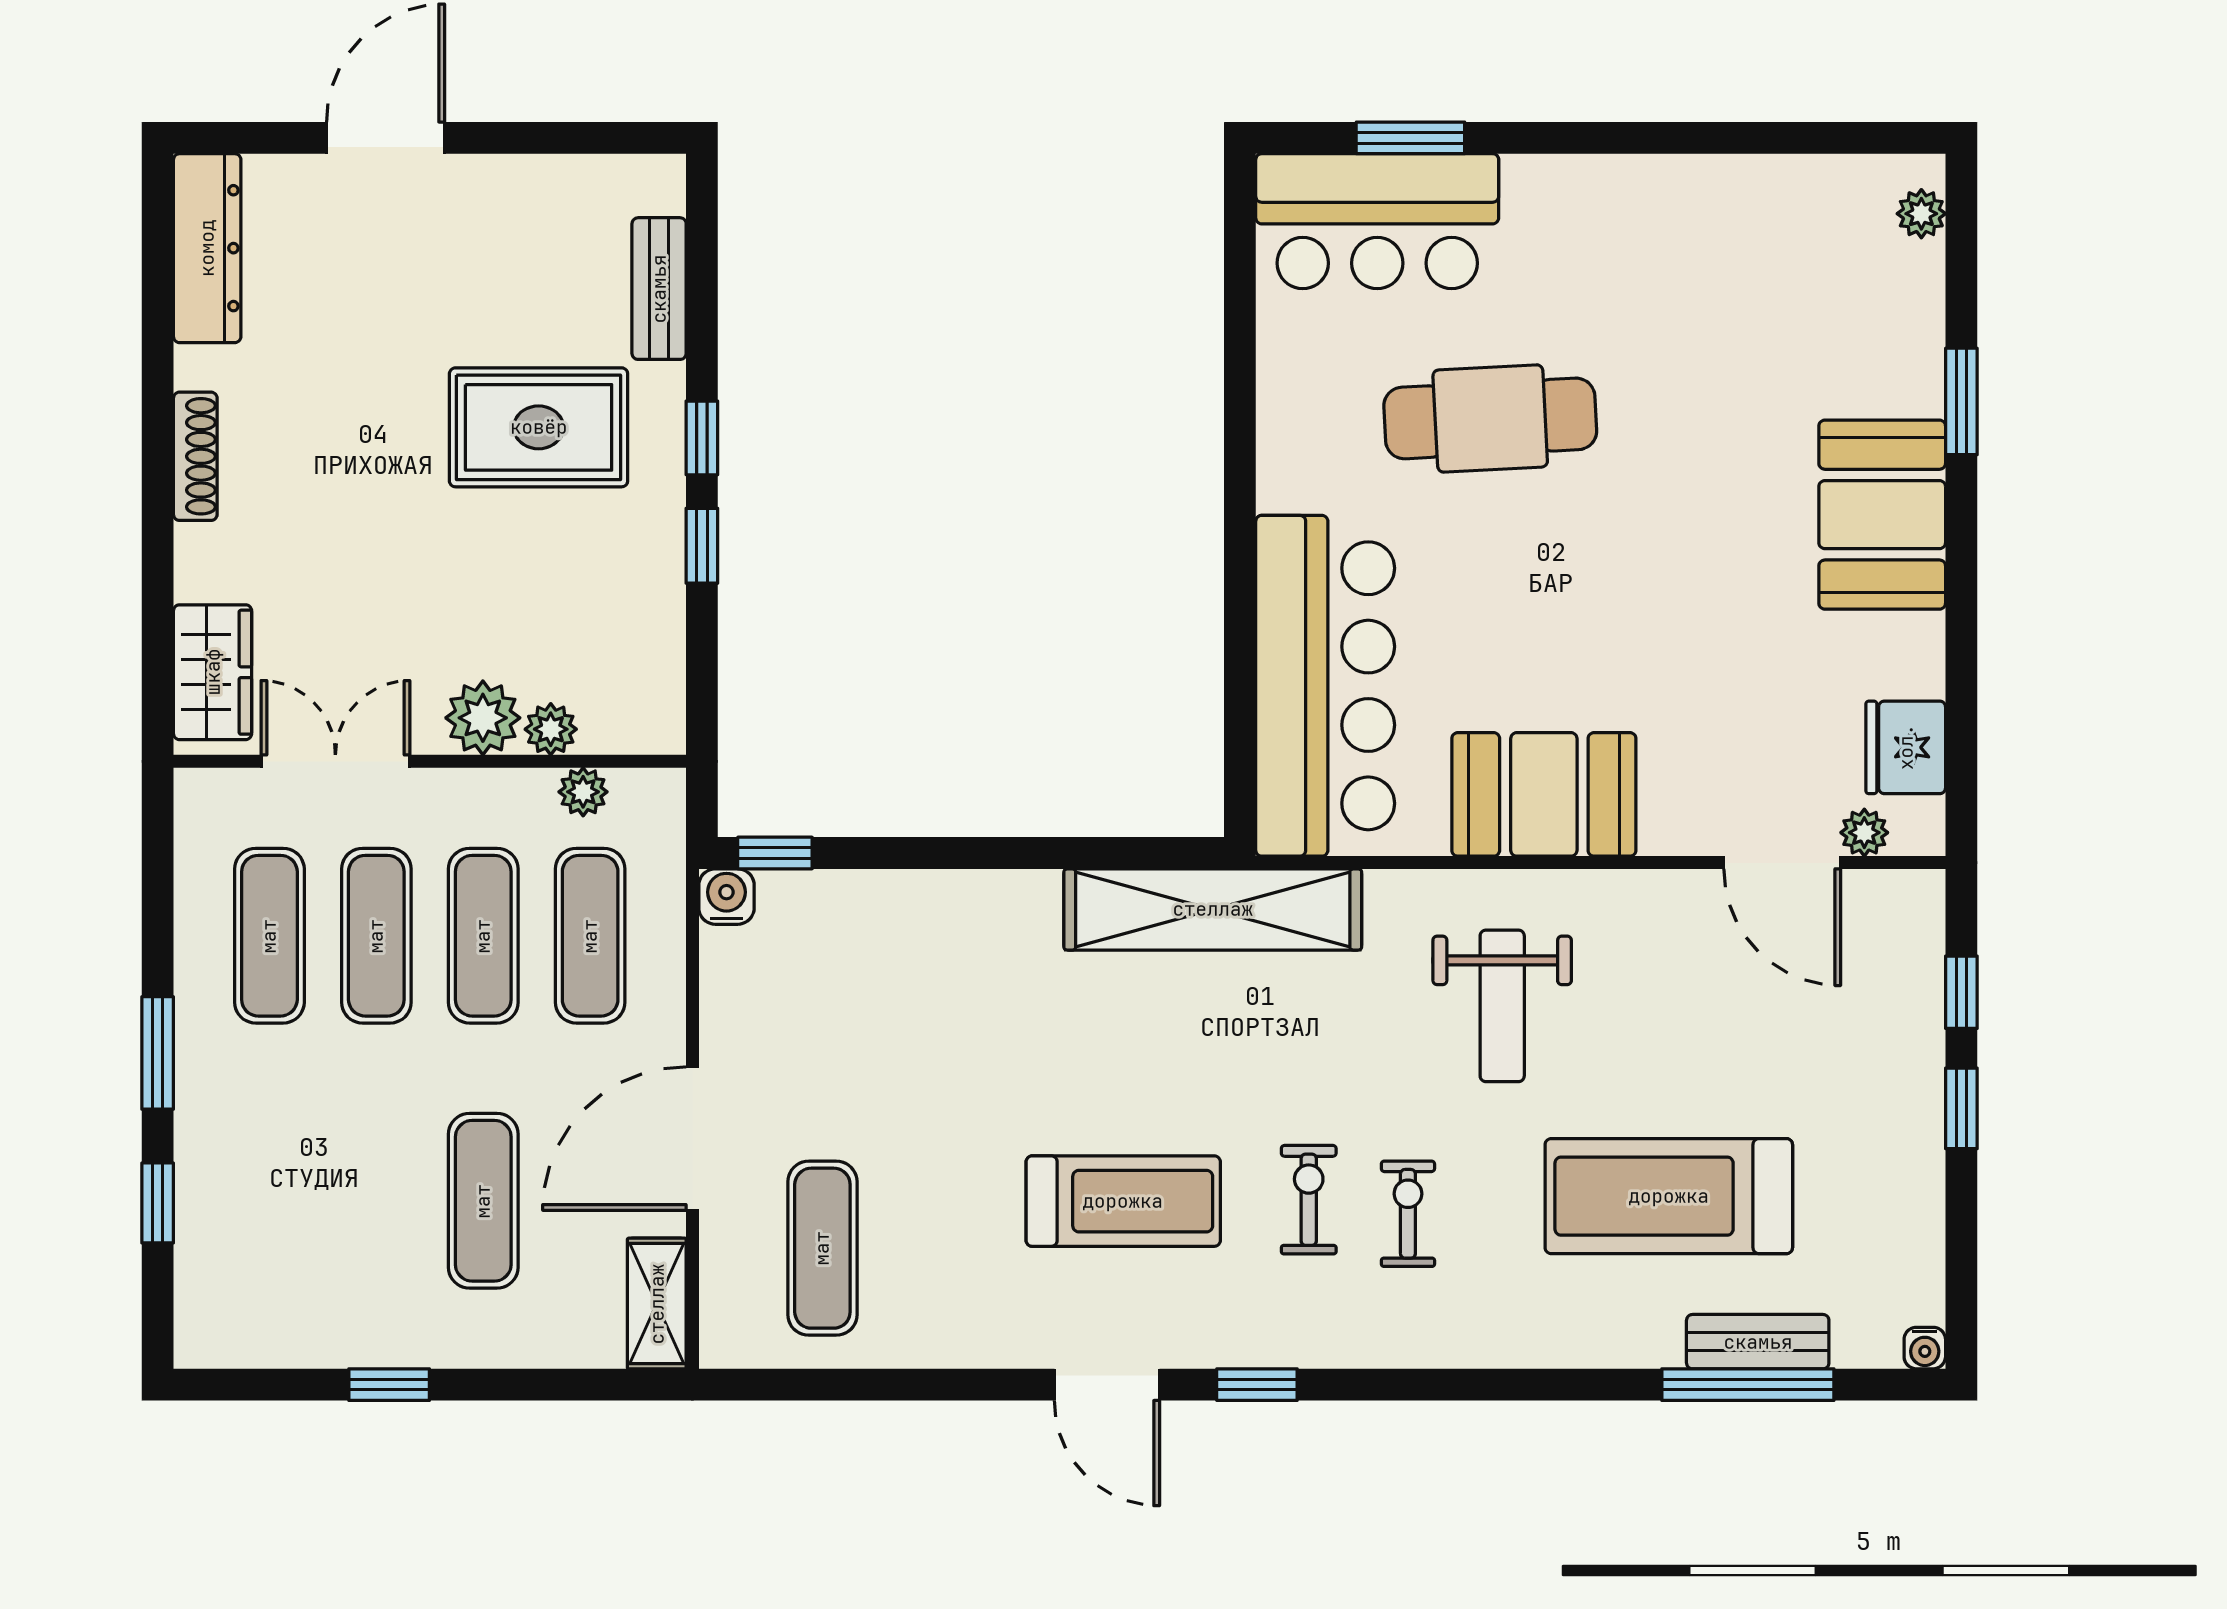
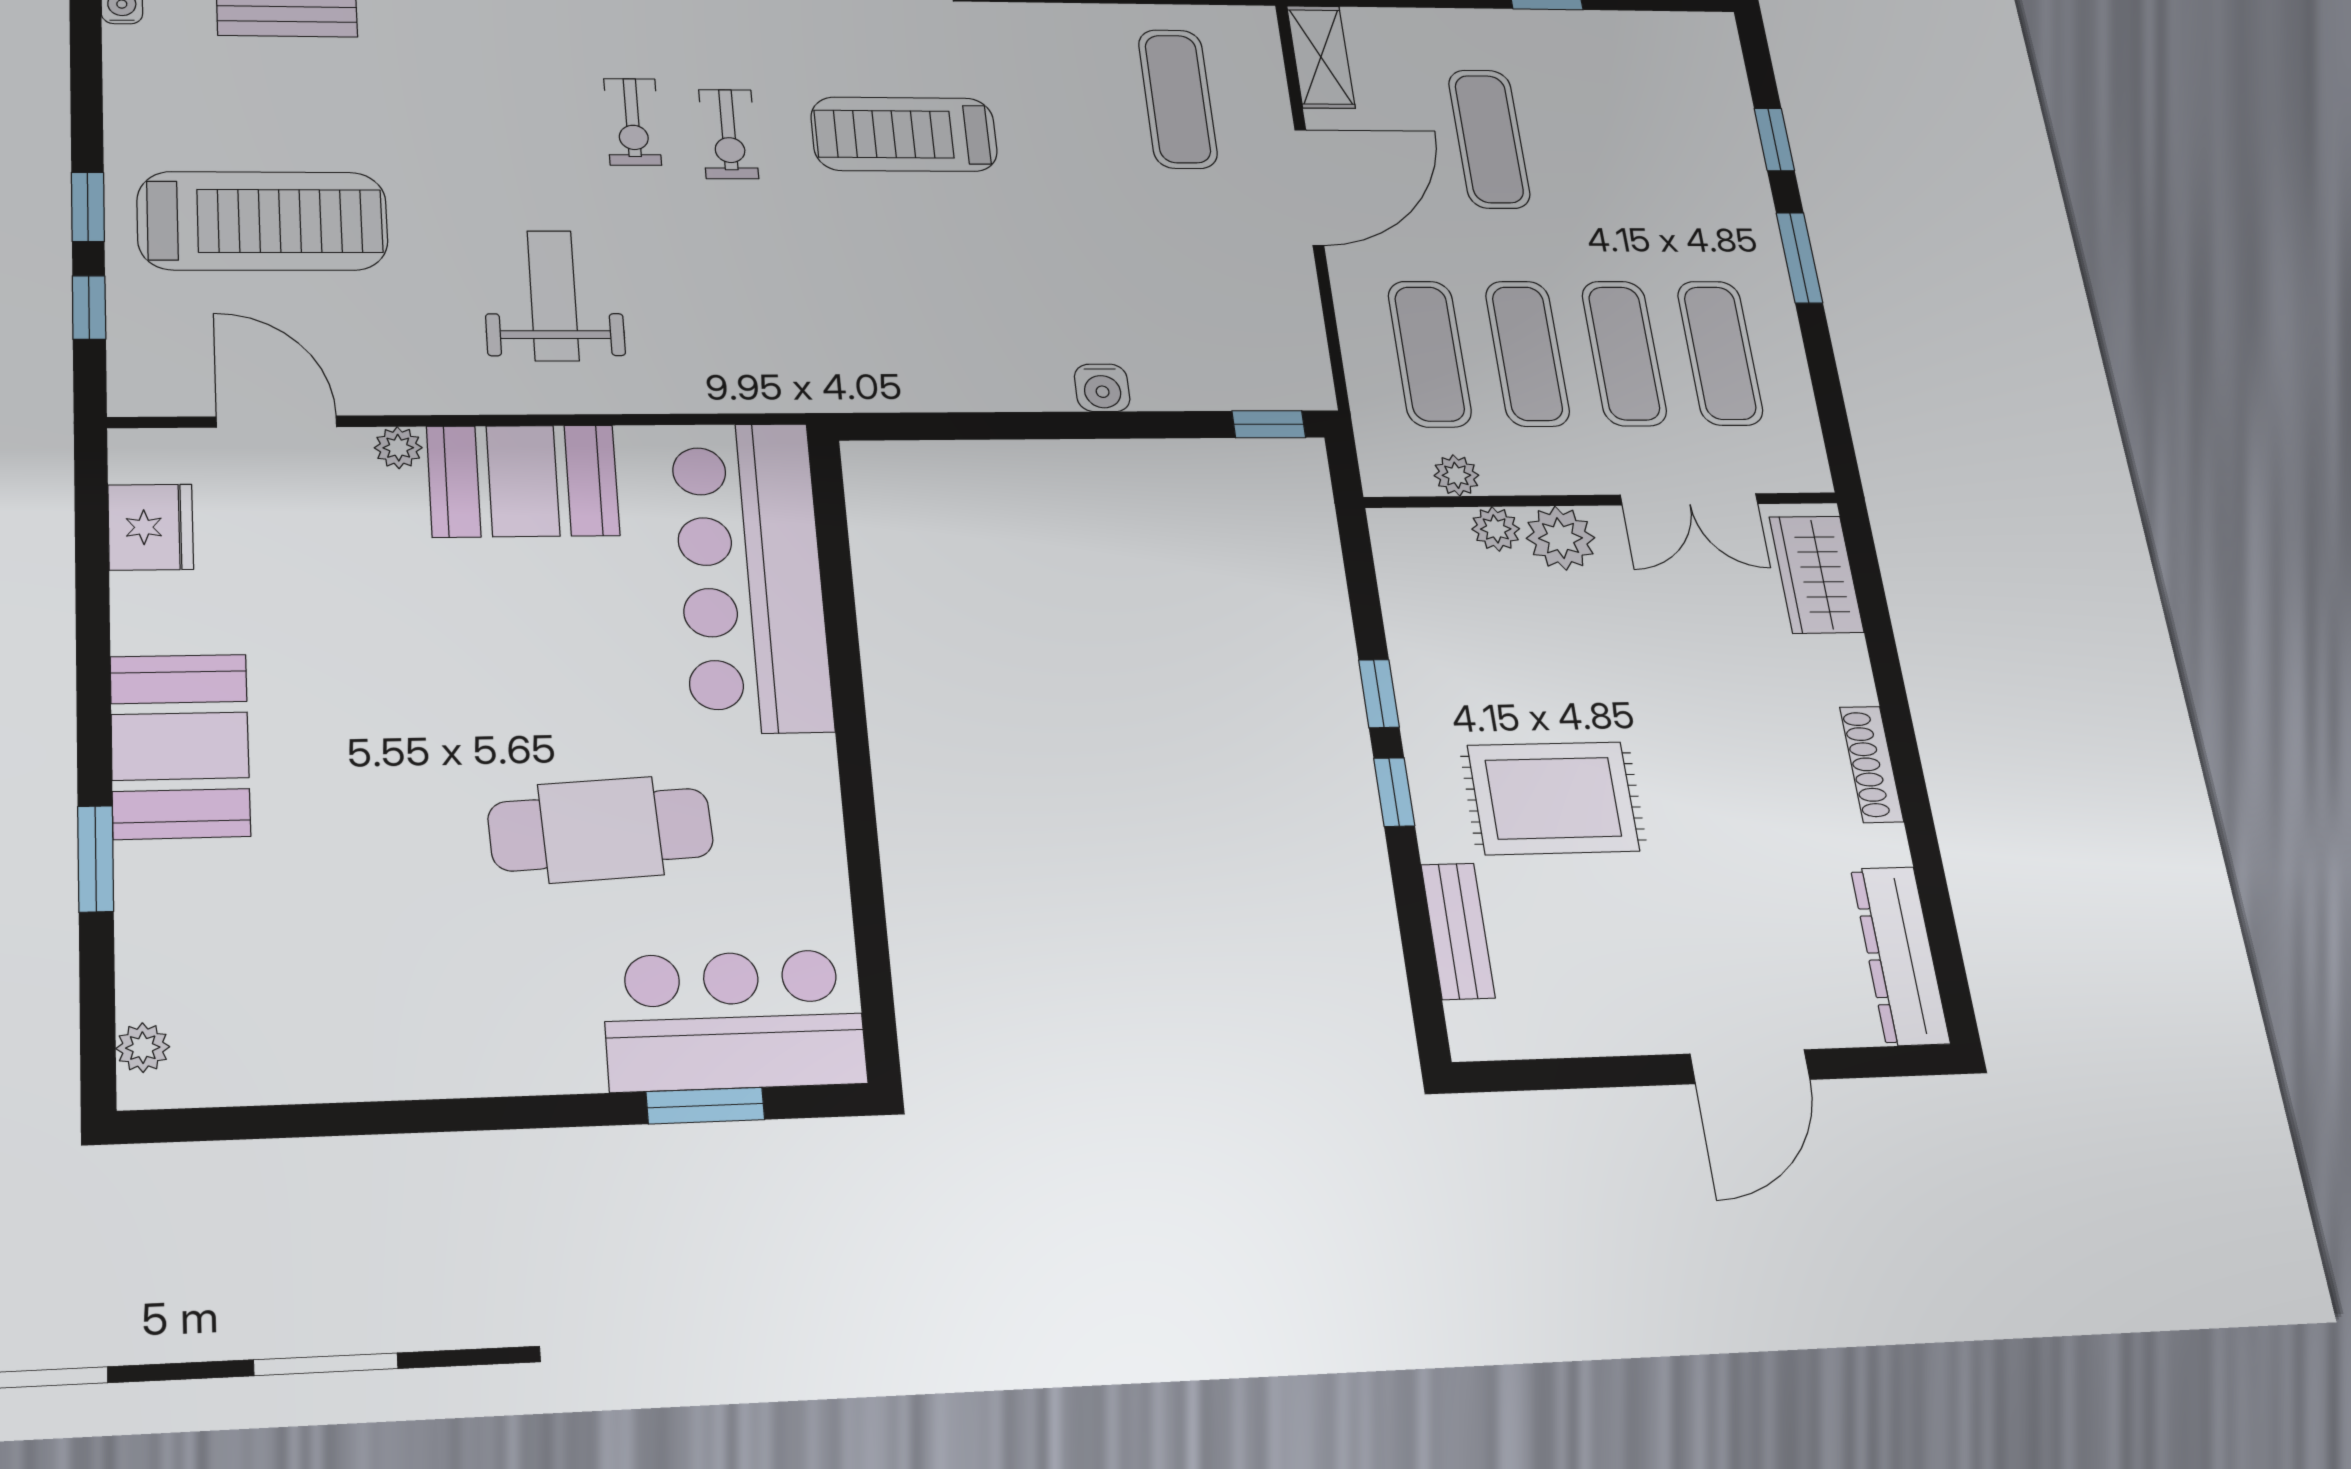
plant: (1864, 833) -> (398, 448), moved
water cooler: (726, 897) -> (1102, 388), moved
shelving: (1213, 909) -> (844, 378), removed
treadmill: (1669, 1196) -> (263, 221), moved

